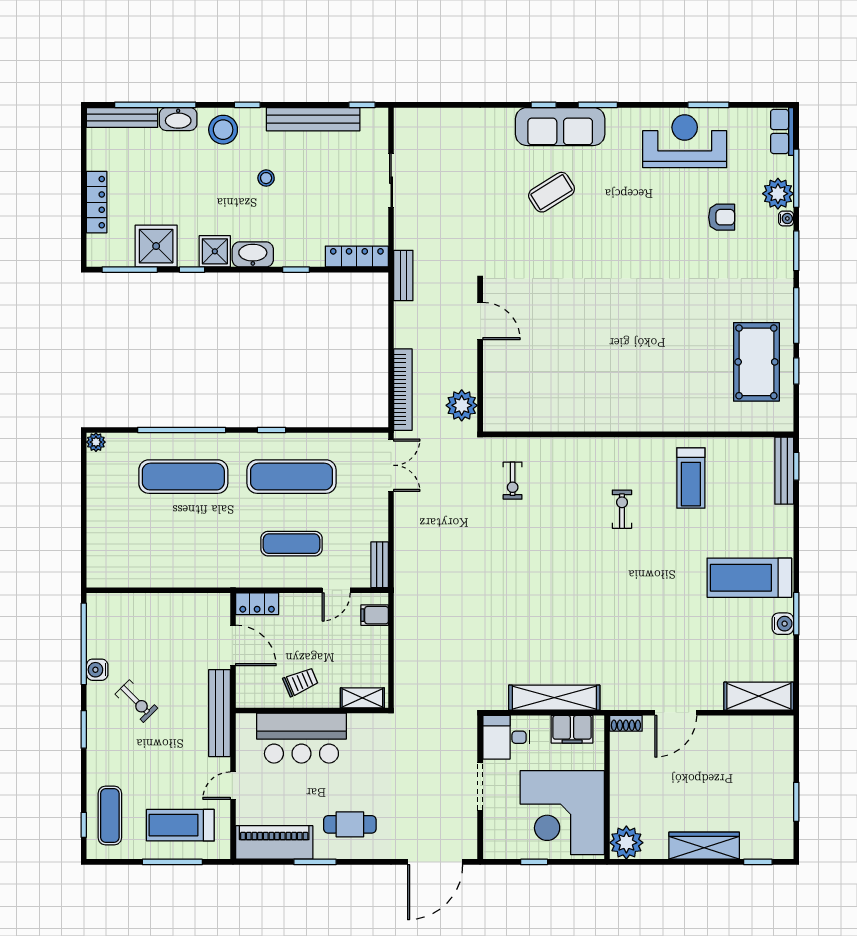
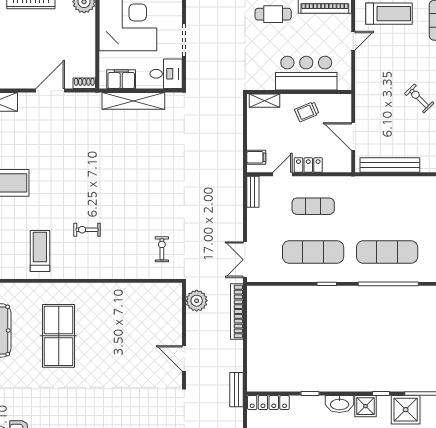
table tennis table: (664, 354) -> (59, 336), added
exercise bike: (622, 509) -> (87, 230), turned 90
locker: (257, 604) -> (308, 165), moved
bench: (219, 713) -> (390, 165), moved, turned 90

